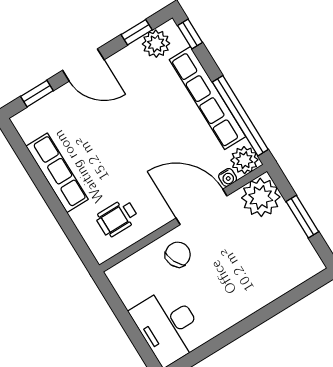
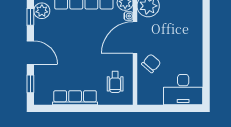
door: (83, 65) -> (30, 53), hinge flipped
chair: (178, 255) -> (151, 63), turned 66

